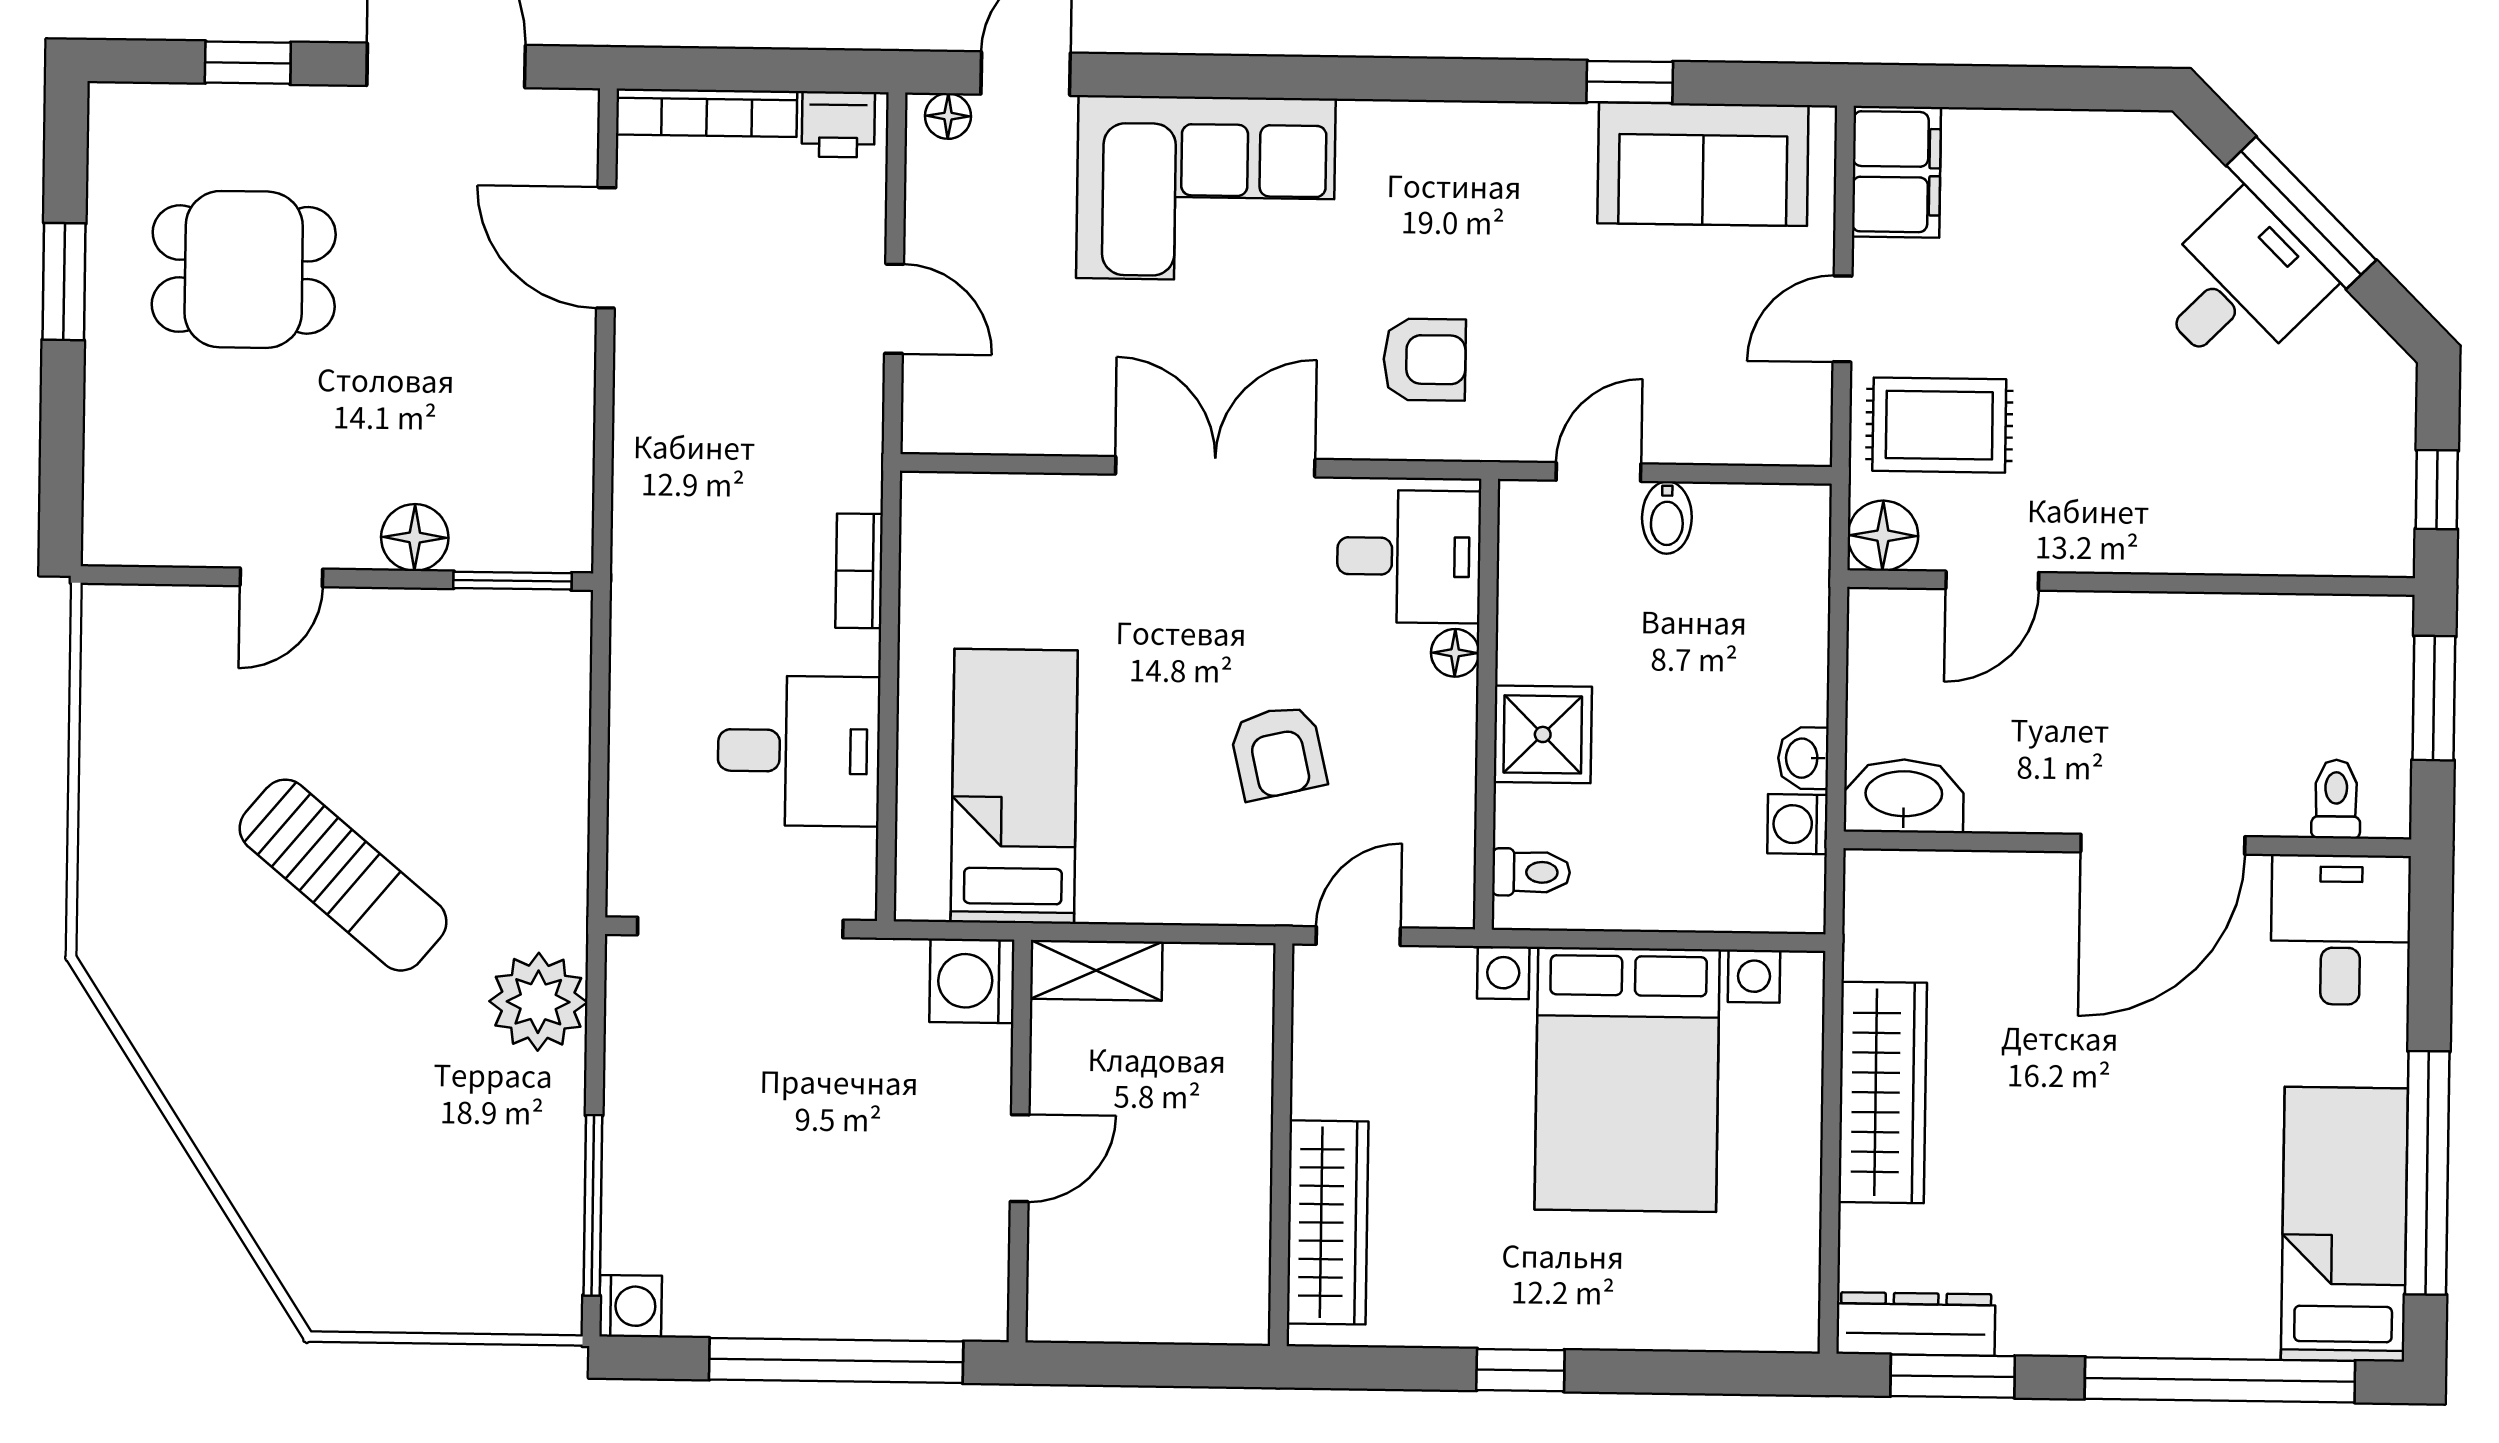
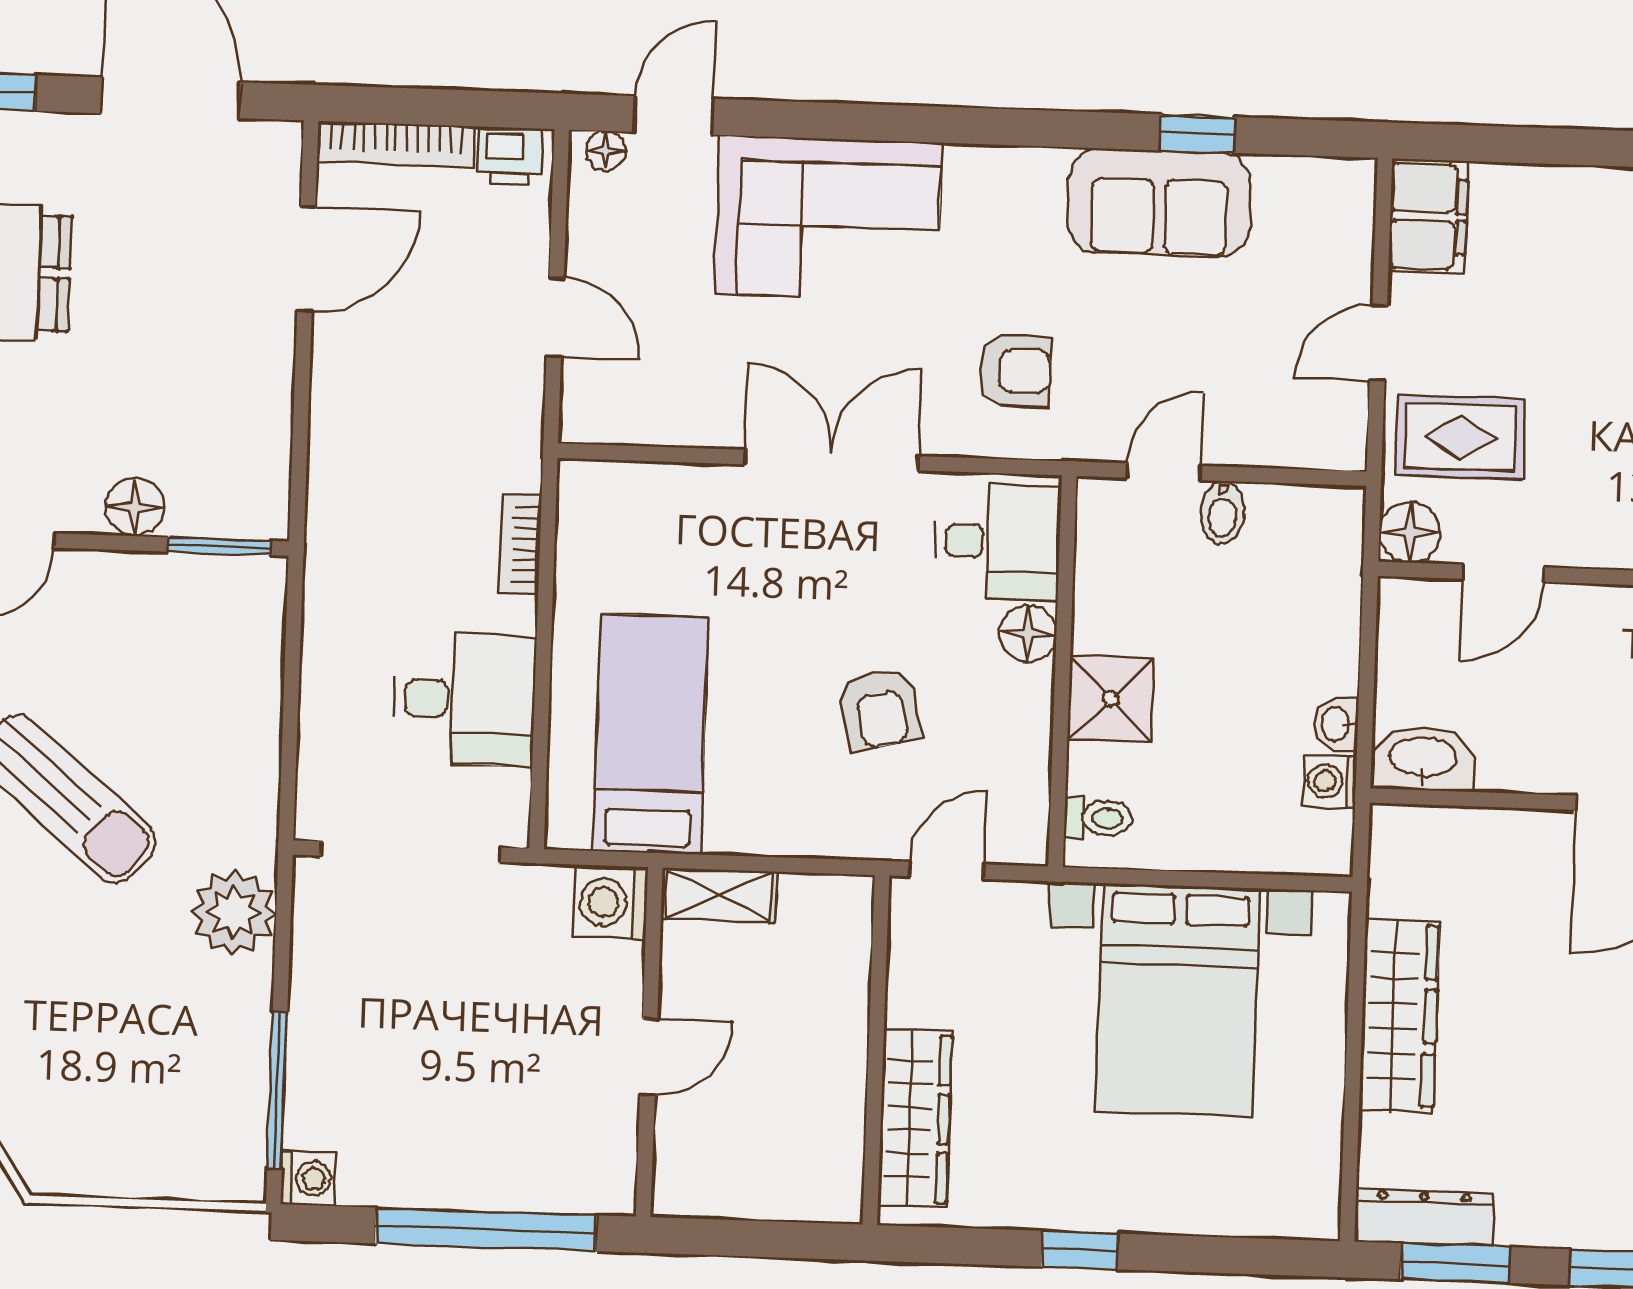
sofa: (1703, 164) -> (1159, 203), moved
door: (606, 248) -> (306, 259), swing flipped
floor lamp: (1455, 653) -> (1028, 634), width x1.37, depth x1.37

